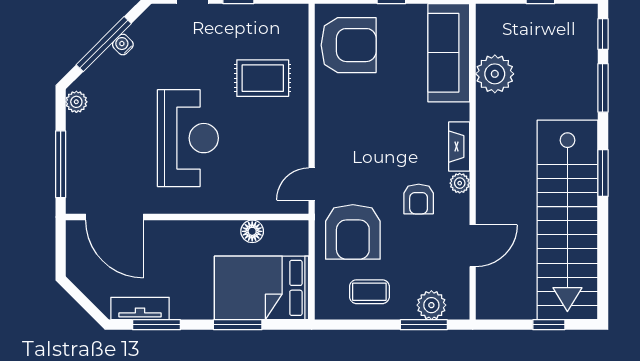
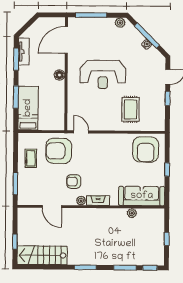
plant: (495, 74) -> (132, 213), width x0.53, depth x0.53
stairs: (567, 220) -> (42, 255), width x0.54, depth x0.66
floor lamp: (252, 231) -> (59, 75), moved
bed: (262, 288) -> (28, 108), width x0.67
plant: (431, 305) -> (24, 187), removed

